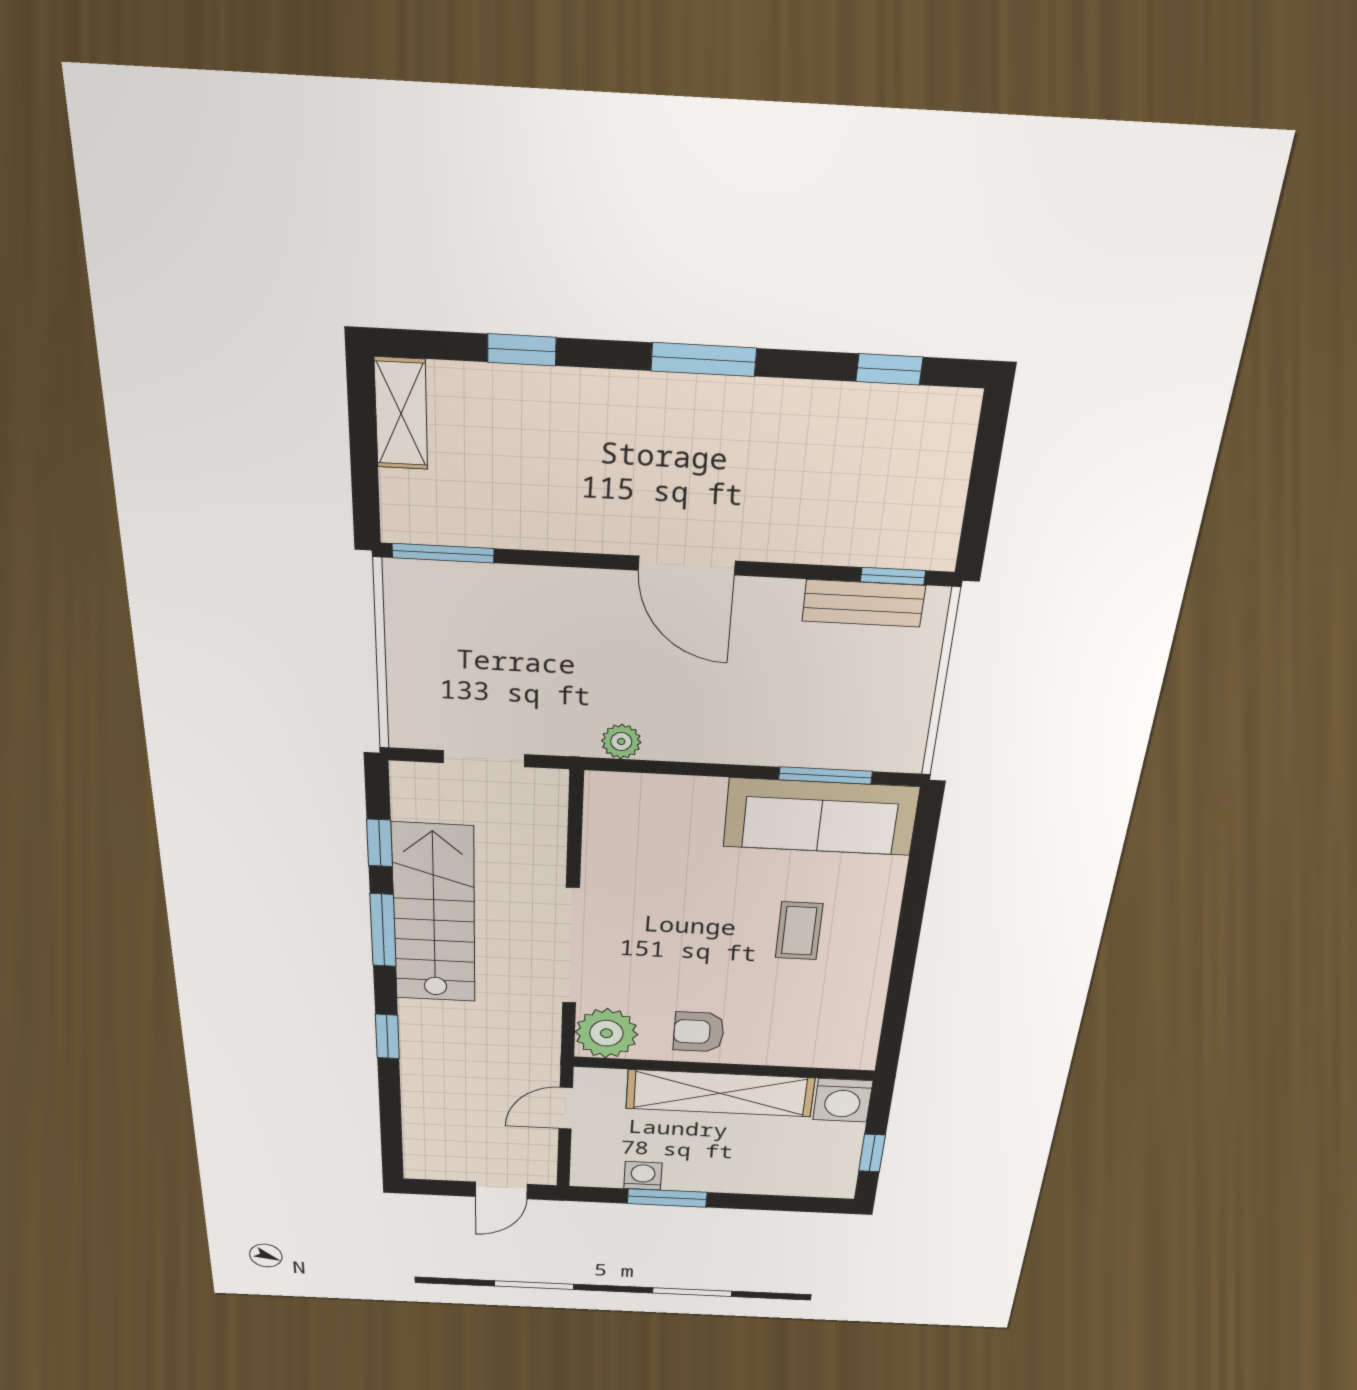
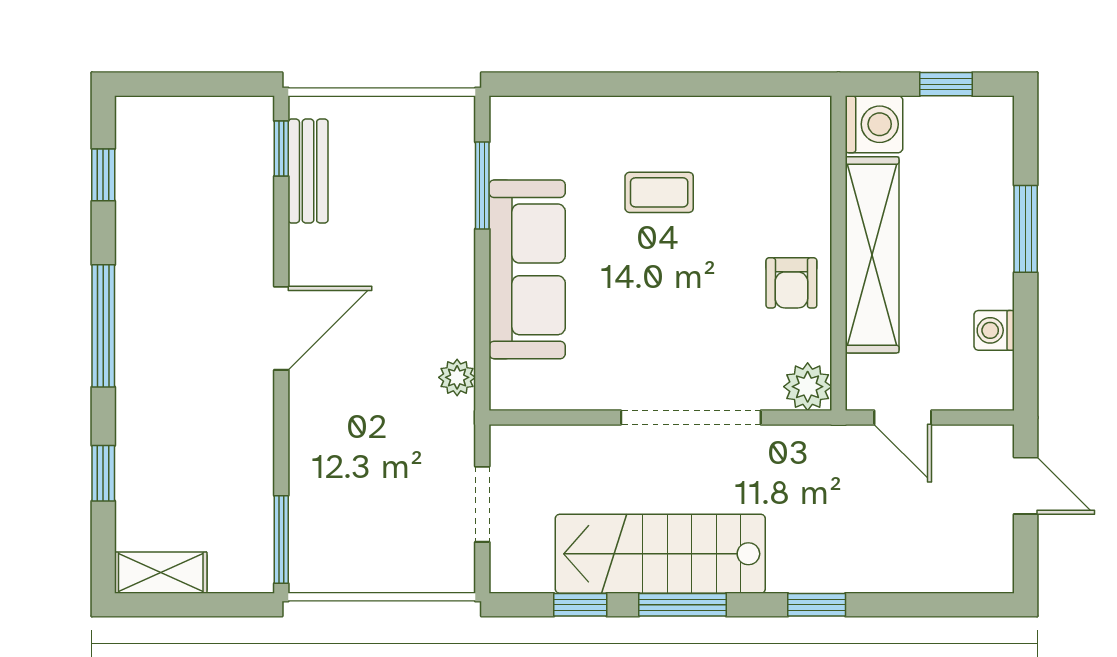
window: (704, 359) -> (103, 326), width x1.44
sofa: (821, 817) -> (527, 269), moved
plant: (606, 1033) -> (808, 387), width x0.73, depth x0.73
window: (667, 1198) -> (1026, 229), moved

